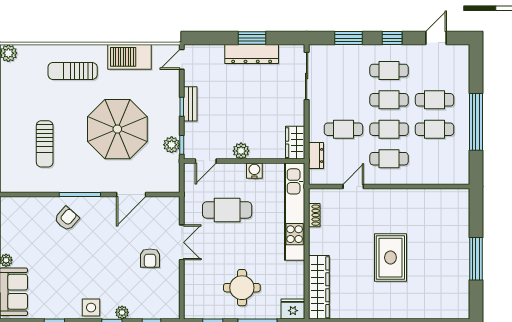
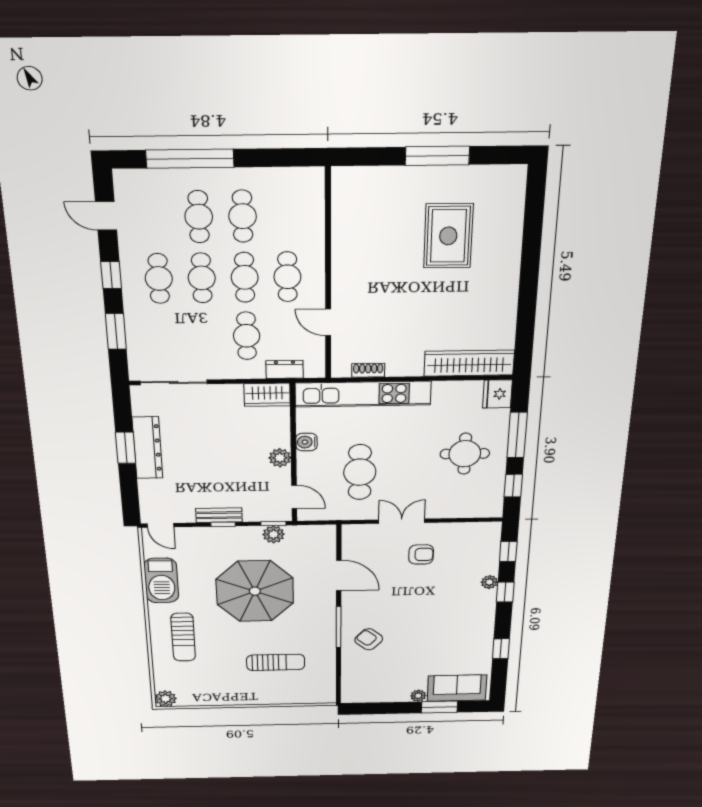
window: (476, 122) -> (190, 159), moved
rug: (390, 258) -> (448, 236), moved, turned 90
side table: (91, 308) -> (481, 613), removed

